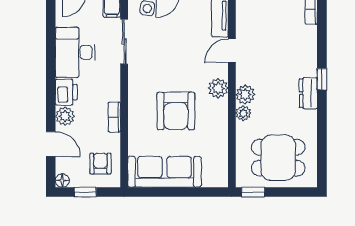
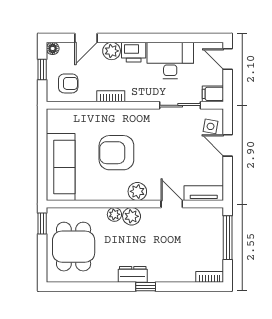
sofa: (164, 172) -> (61, 167), moved

